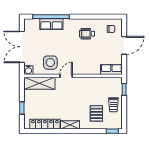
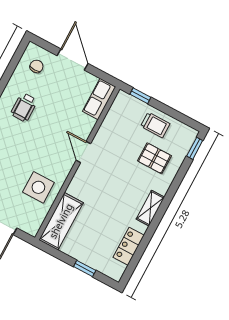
water cooler: (28, 70) -> (32, 227), removed
door: (66, 76) -> (83, 152), moved
locker: (45, 124) -> (129, 246), width x0.66

